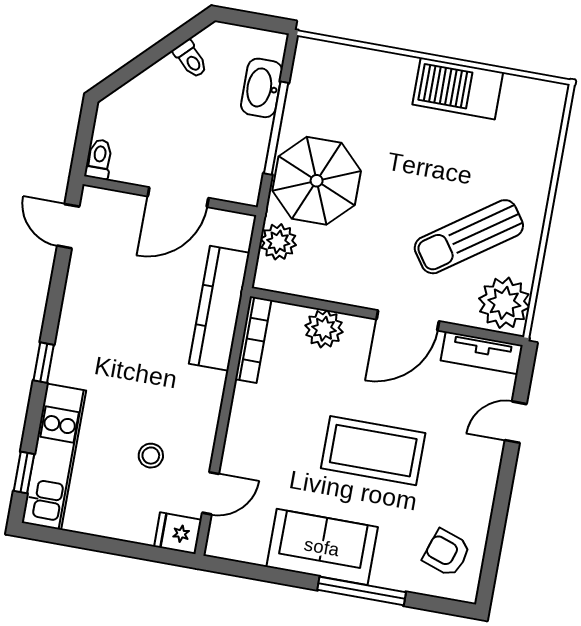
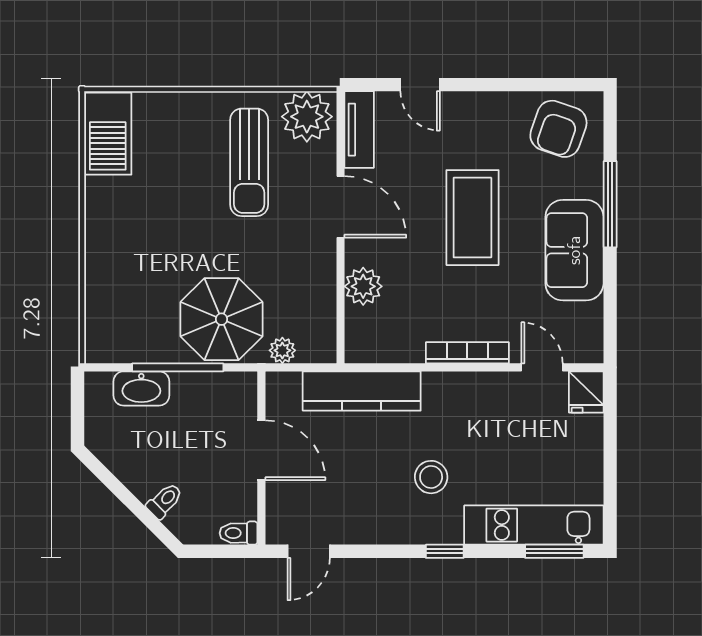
toilet: (191, 59) -> (165, 501), moved
barbecue: (458, 88) -> (108, 134), moved
sun lounger: (469, 237) -> (249, 162), turned 35
plant: (278, 242) -> (282, 350), width x0.73, depth x0.73
bookcase: (253, 340) -> (467, 353), moved
stool: (151, 456) -> (431, 477), moved, width x1.37, depth x1.37
window: (24, 472) -> (554, 551), width x1.50
armchair: (447, 553) -> (558, 129), width x1.38, depth x1.38

